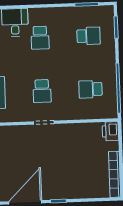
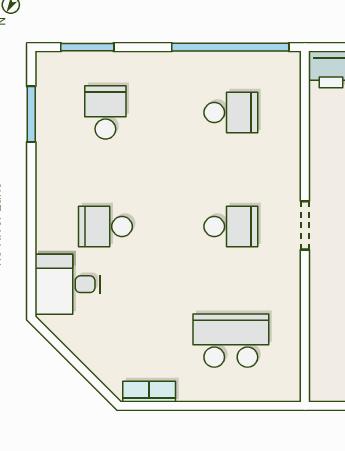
school desk: (40, 38) -> (105, 227), turned 180
school desk: (91, 89) -> (231, 112), turned -90

